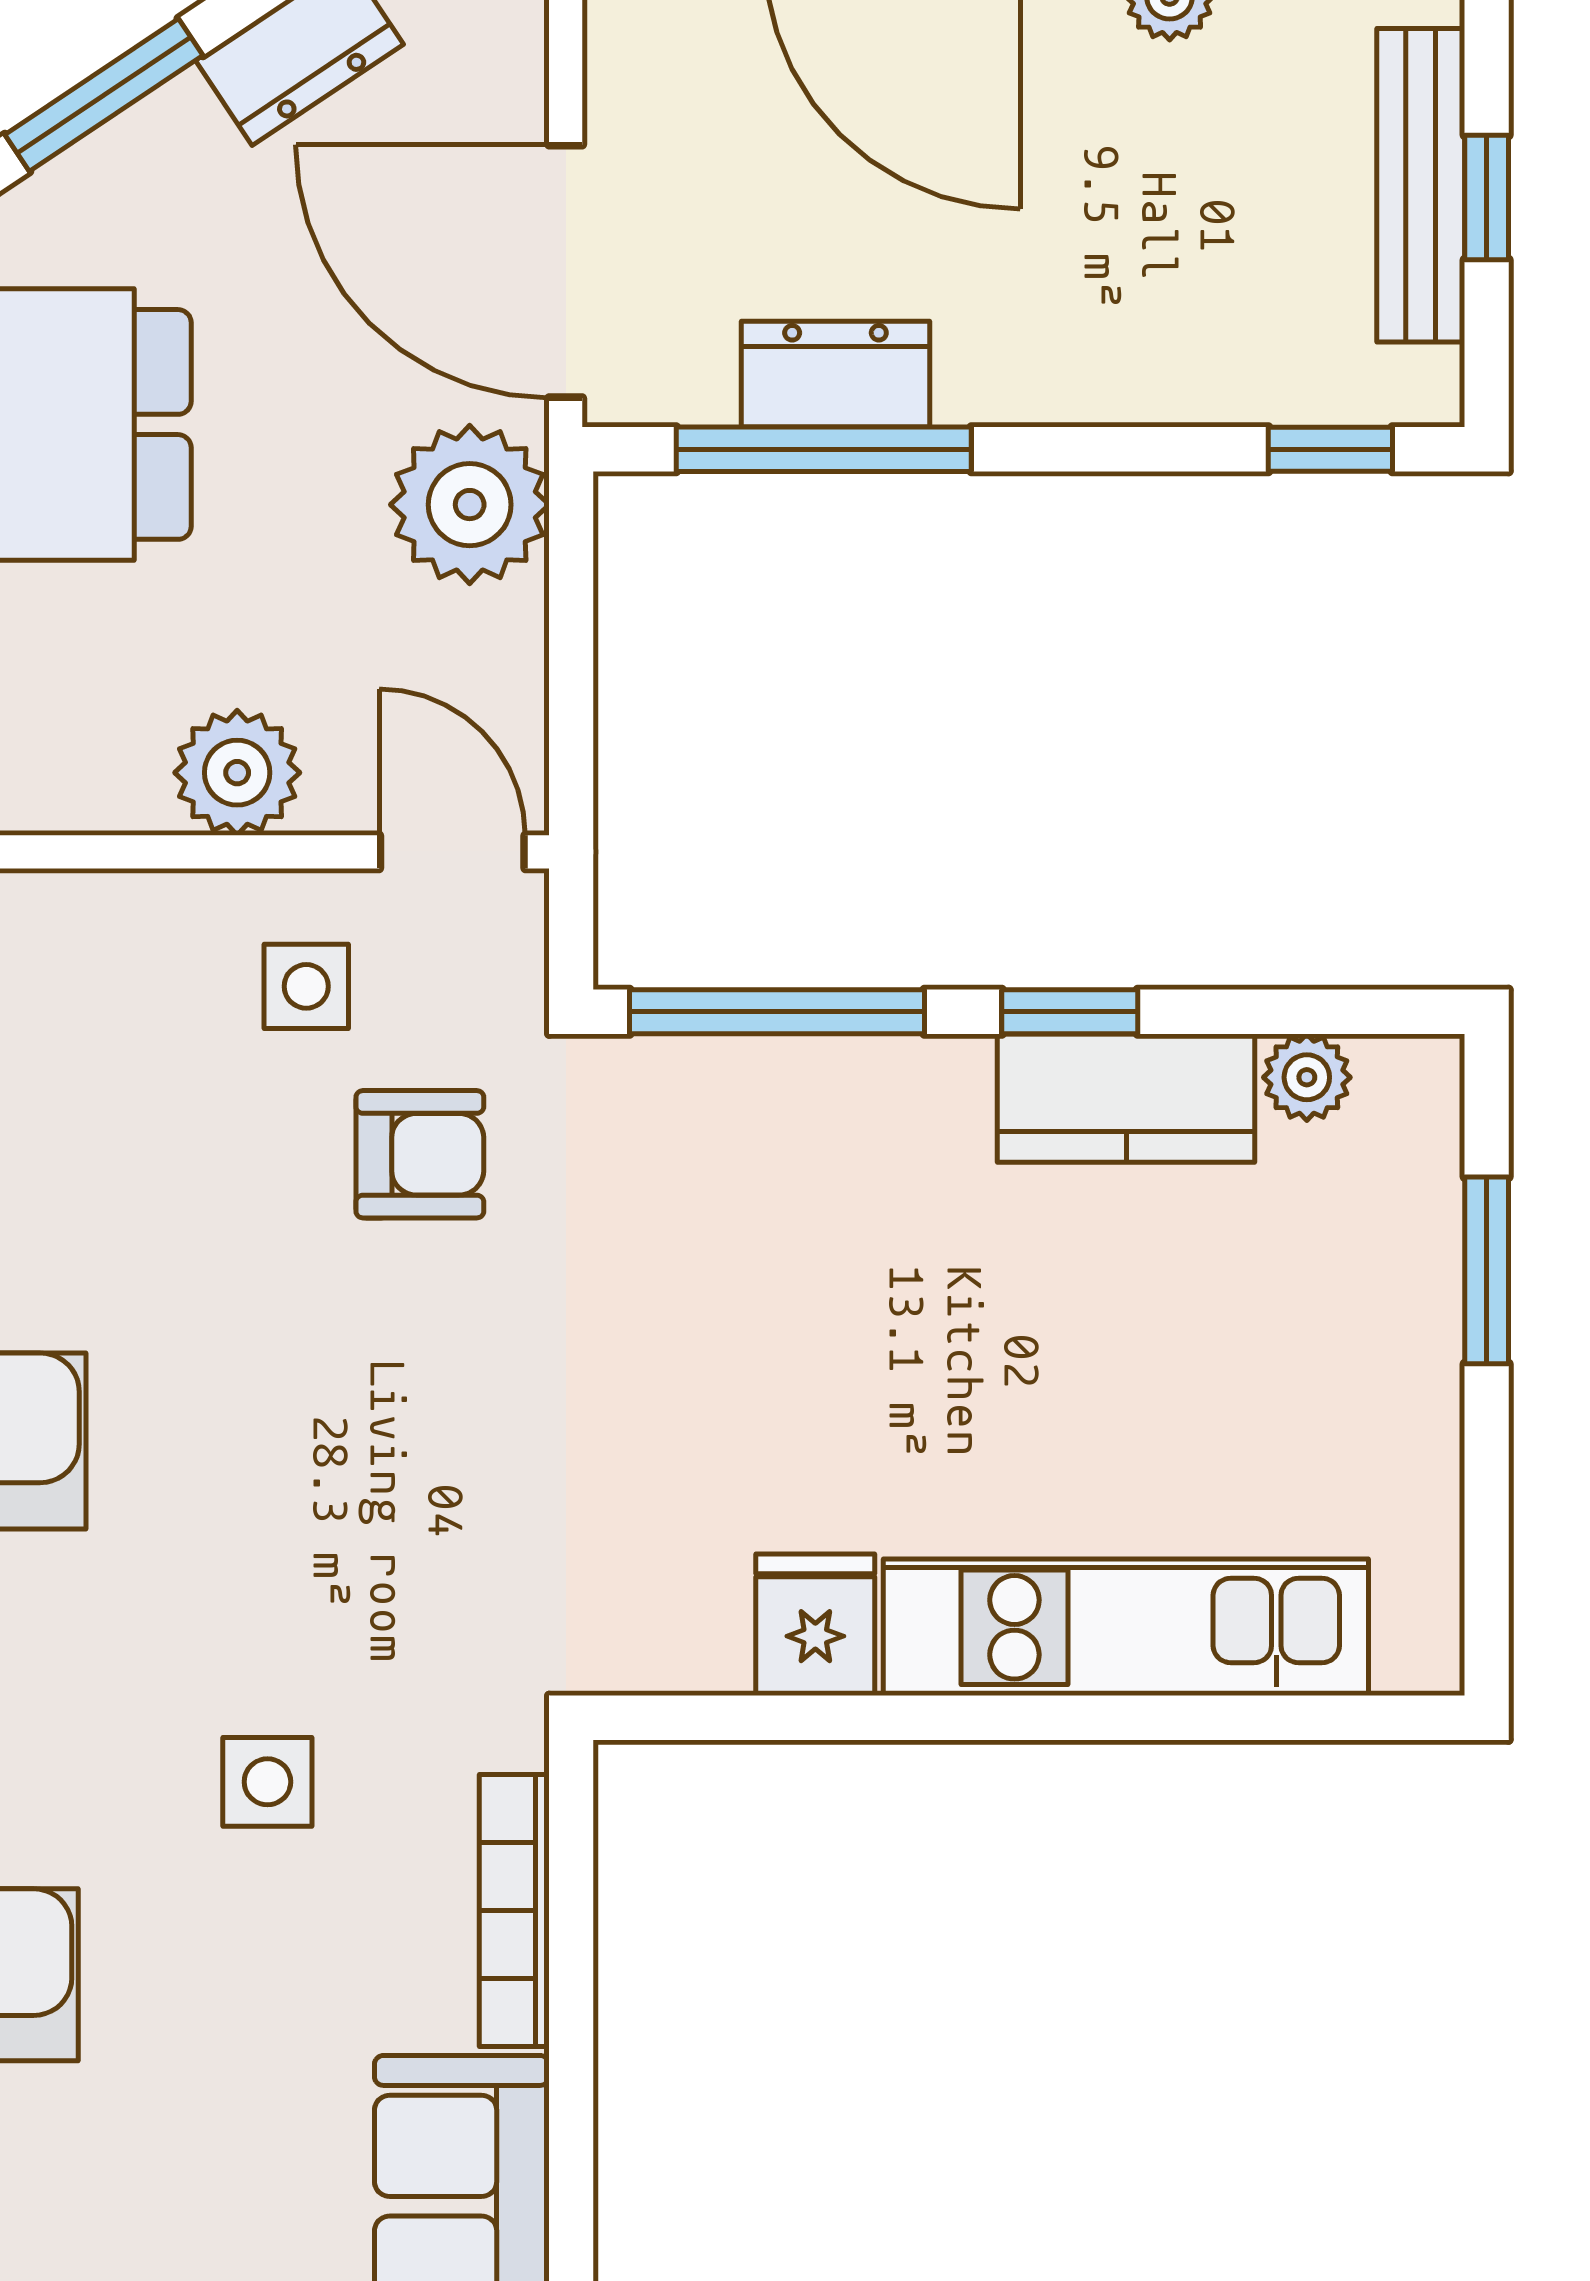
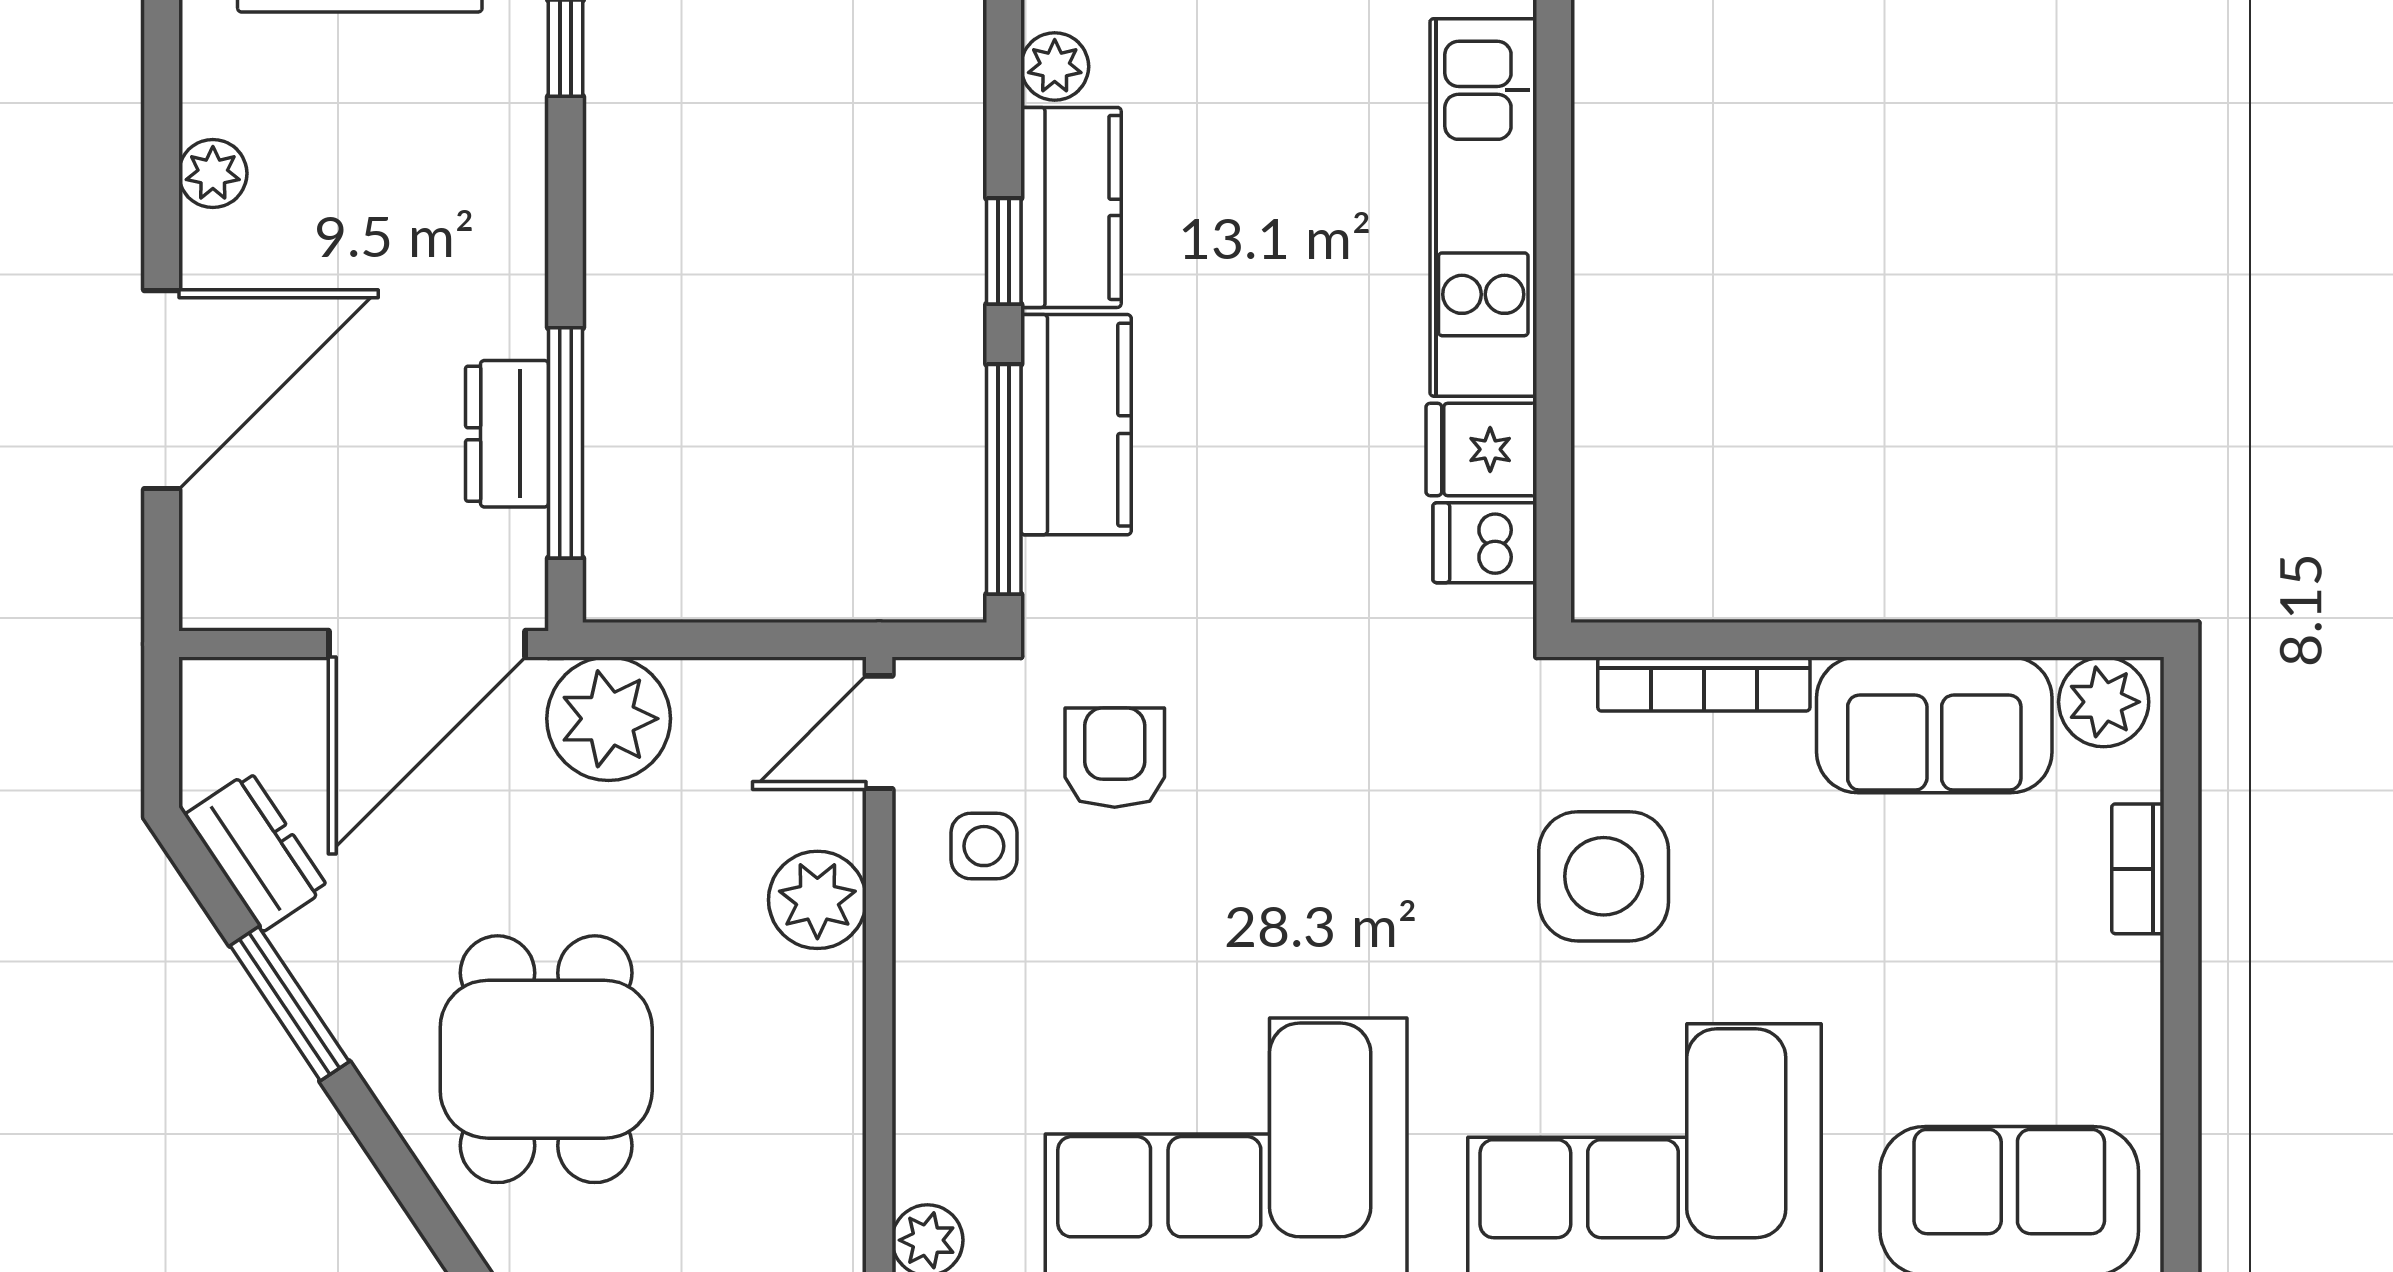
kitchen counter: (847, 1105) -> (1076, 425), added
dishwasher: (696, 1629) -> (1485, 543), added
side table: (267, 1782) -> (1604, 876), width x1.87, depth x1.87

